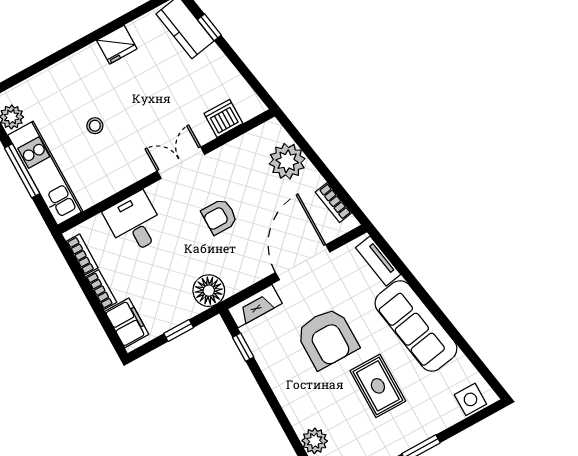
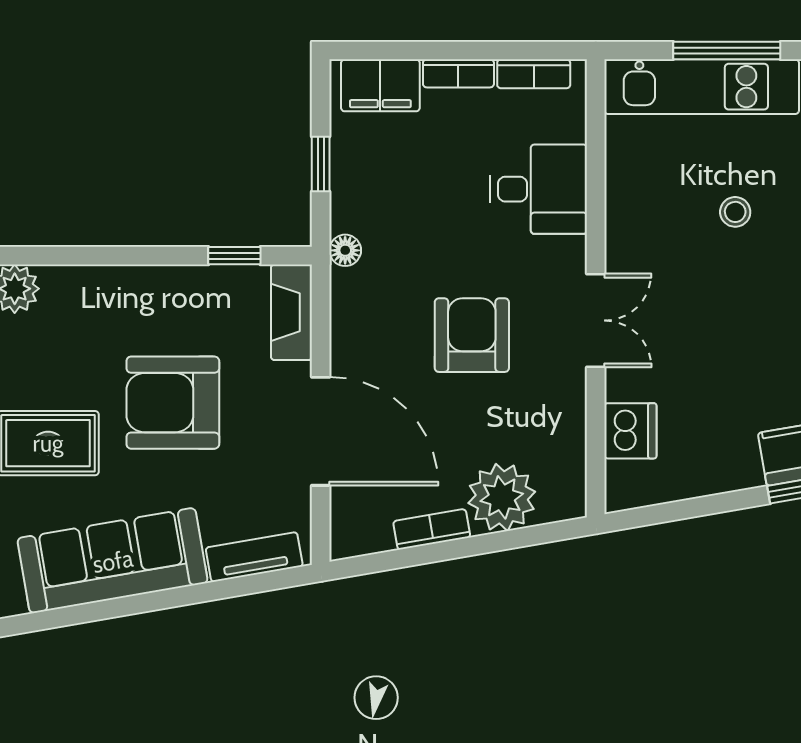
bookcase: (333, 203) -> (432, 529), moved
armchair: (219, 217) -> (472, 335), width x1.38, depth x1.38
floor lamp: (209, 291) -> (345, 250), width x0.53, depth x0.53

